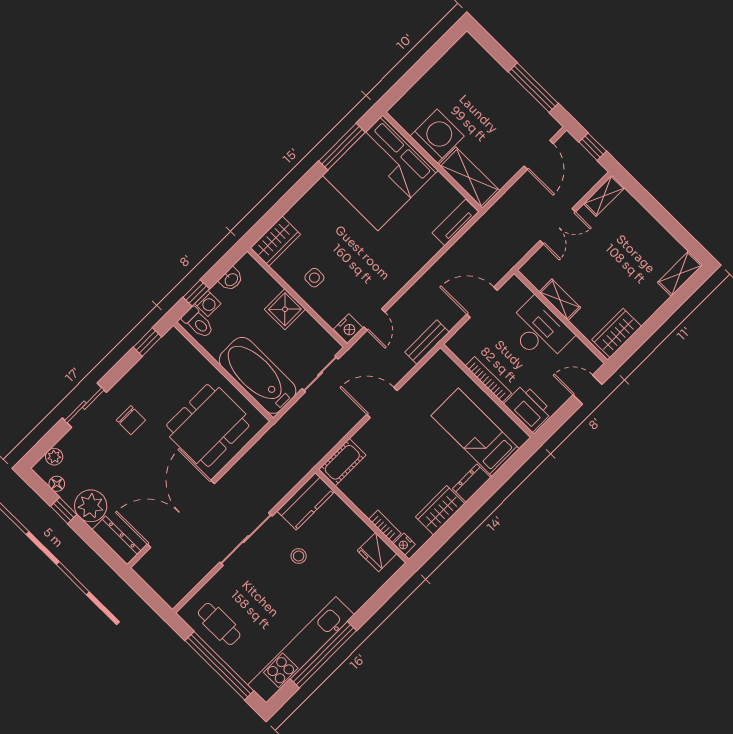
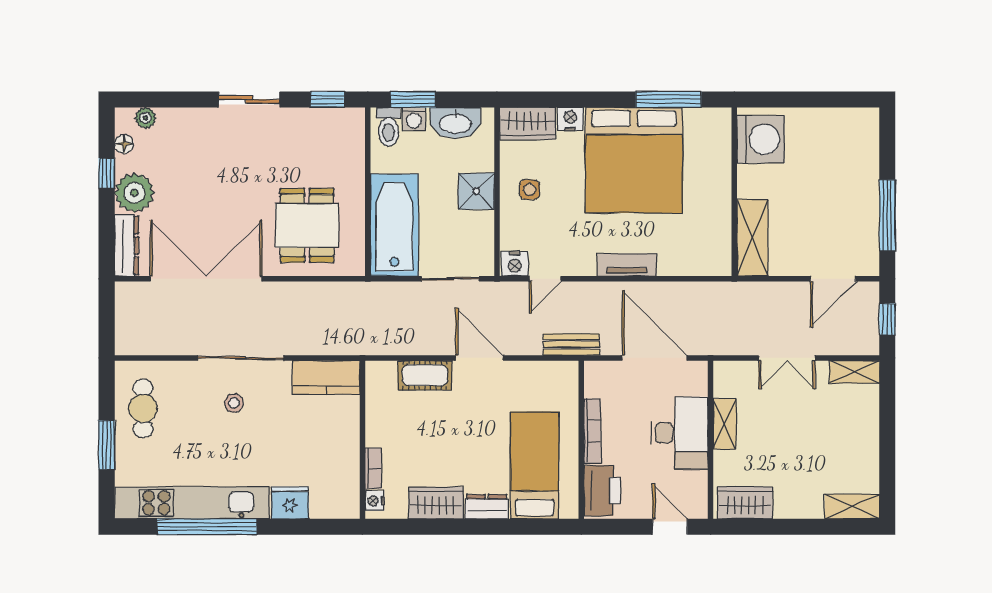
washing machine: (437, 136) -> (761, 139), moved
bed: (380, 173) -> (634, 160), moved, turned -90
nightstand: (297, 214) -> (570, 119), added
tv unit: (455, 222) -> (627, 265), moved
washbasin: (231, 279) -> (455, 123), width x1.91, depth x1.45
window: (196, 293) -> (413, 99), width x1.50
door: (482, 302) -> (654, 358), width x1.36
sliding door: (84, 405) -> (249, 99), moved
chair: (131, 420) -> (245, 153), removed
dining table: (208, 425) -> (307, 225), width x0.73
cot: (342, 462) -> (425, 375), moved
fridge: (377, 552) -> (290, 503), moved, turned 90
stool: (299, 556) -> (234, 403), moved
window: (219, 666) -> (107, 445), width x0.47

